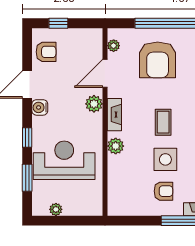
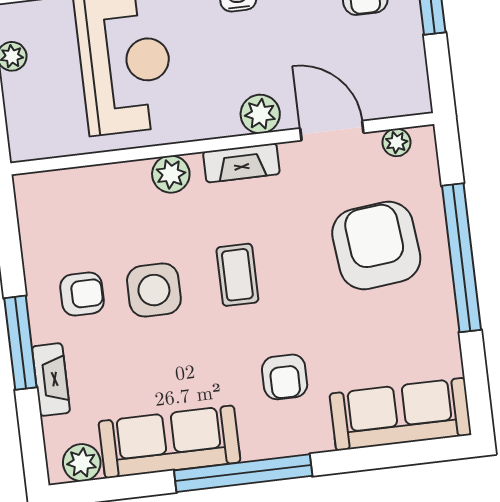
armchair: (158, 60) -> (376, 245), turned 84
coffee table: (163, 122) -> (237, 275), turned 90
armchair: (163, 191) -> (82, 294), turned -90

